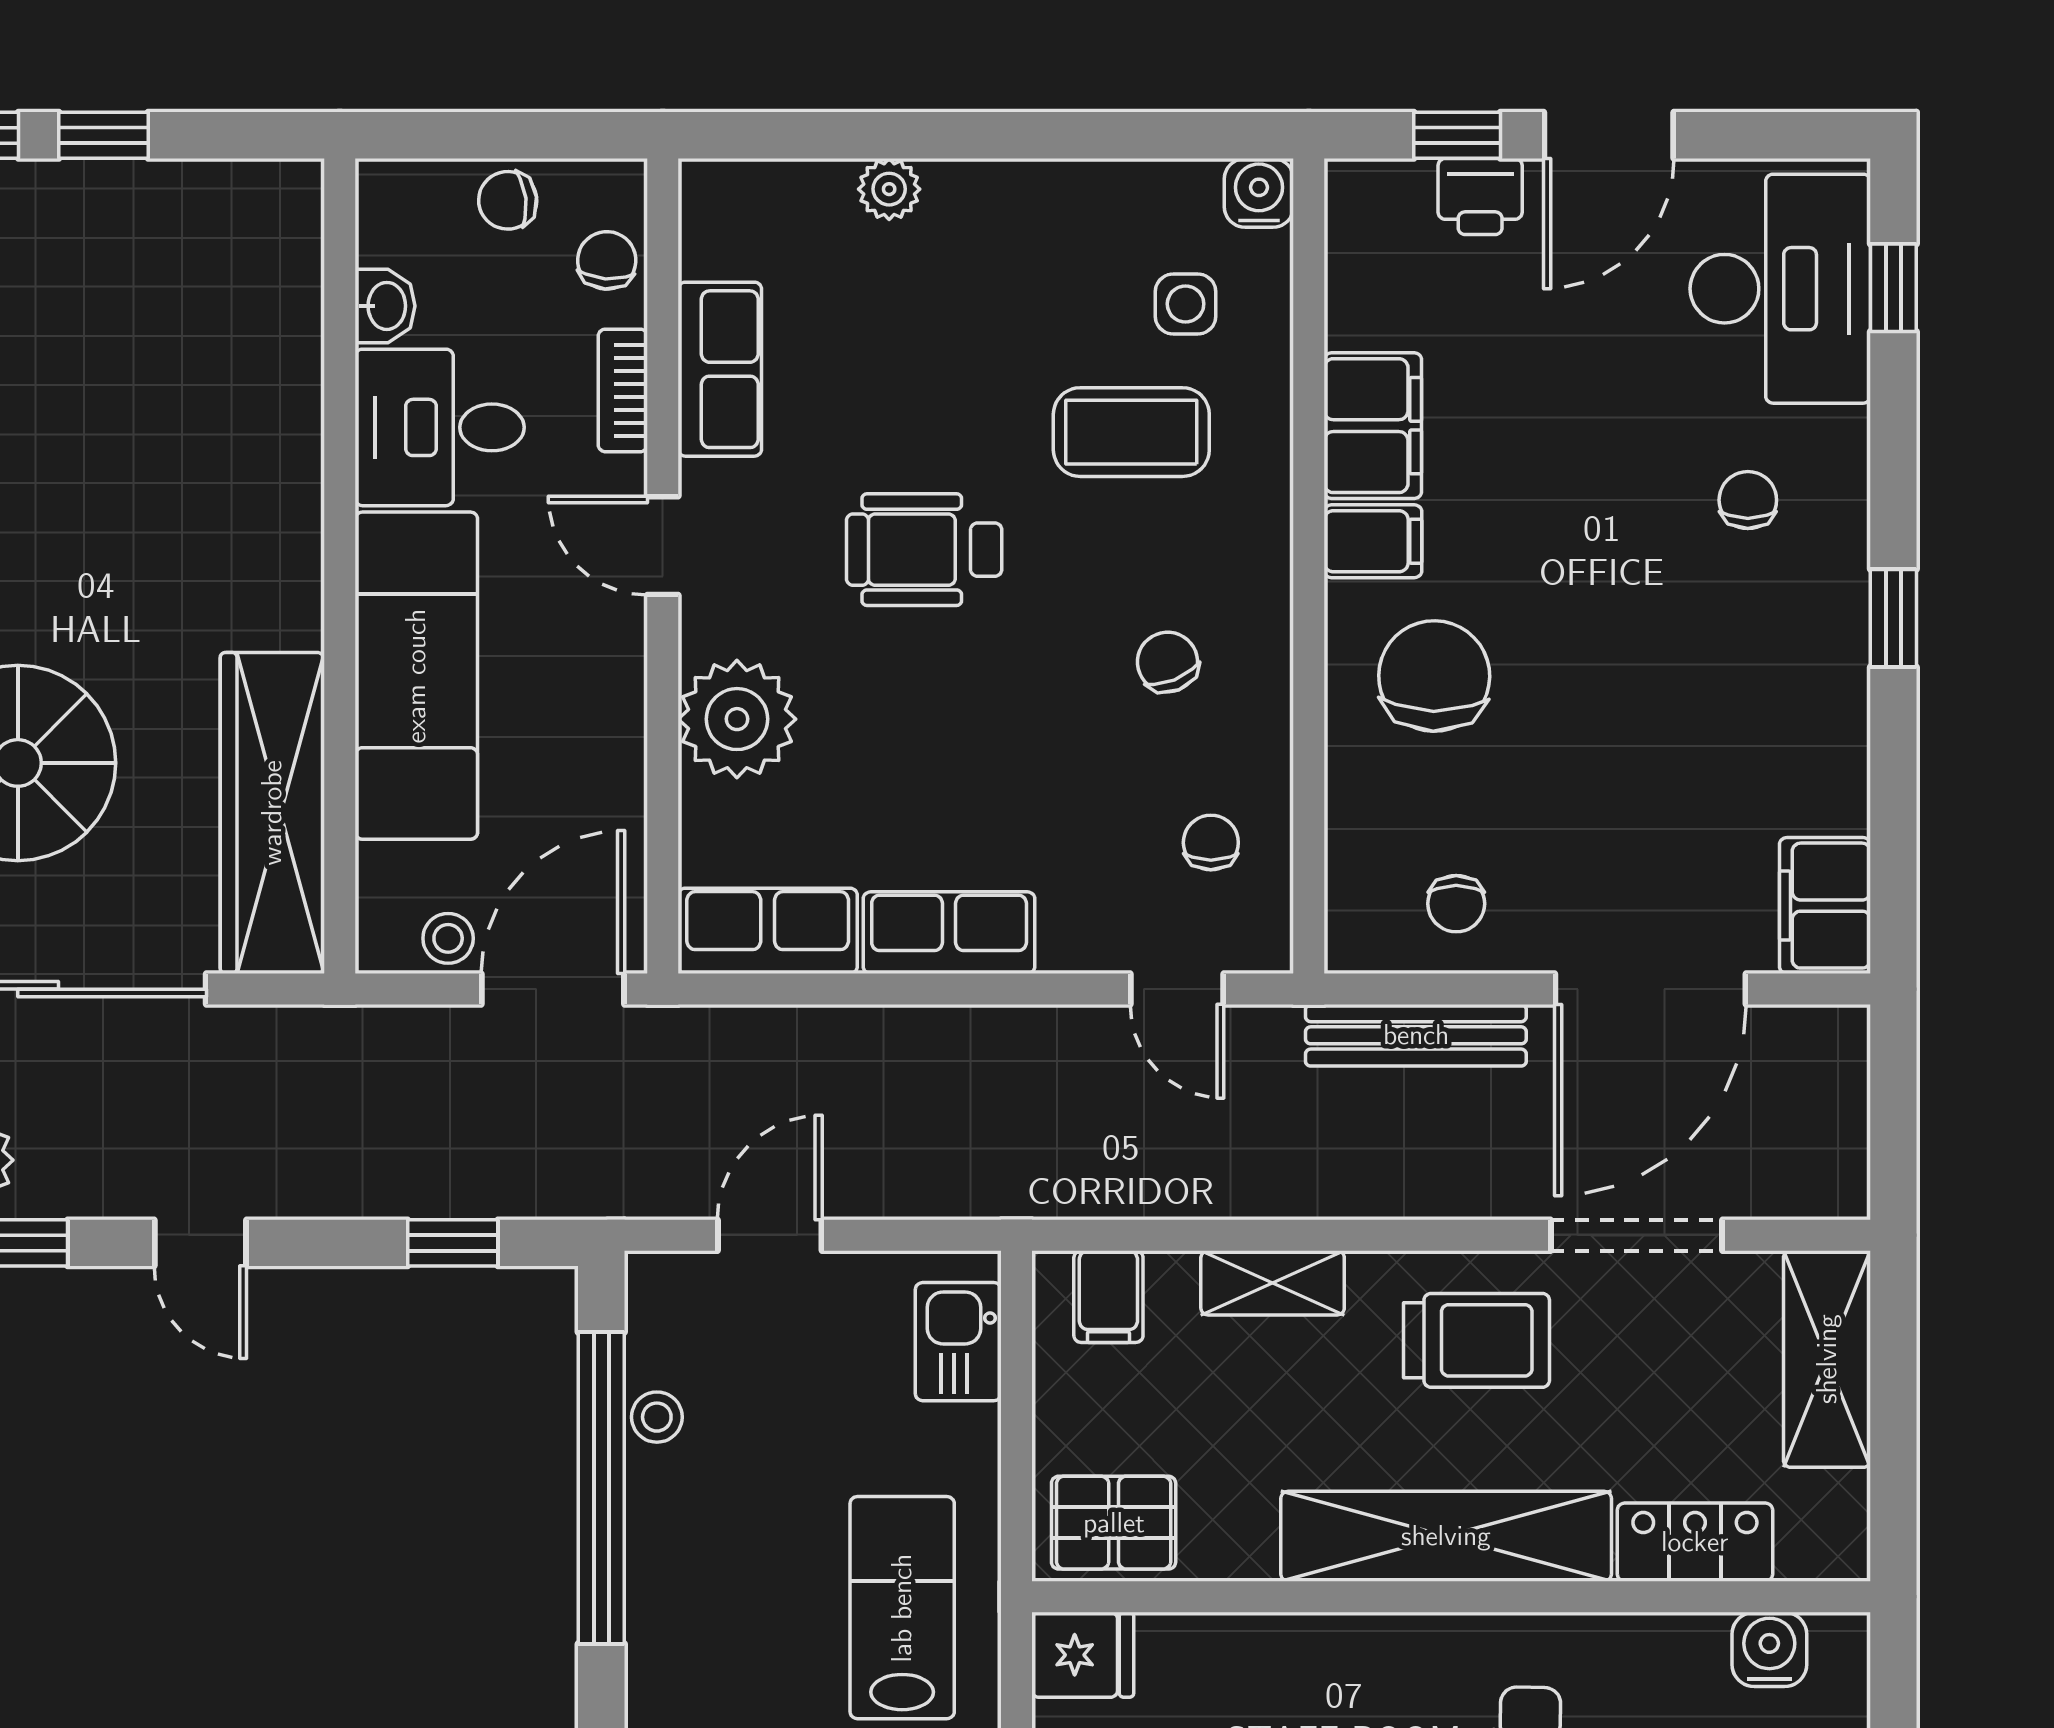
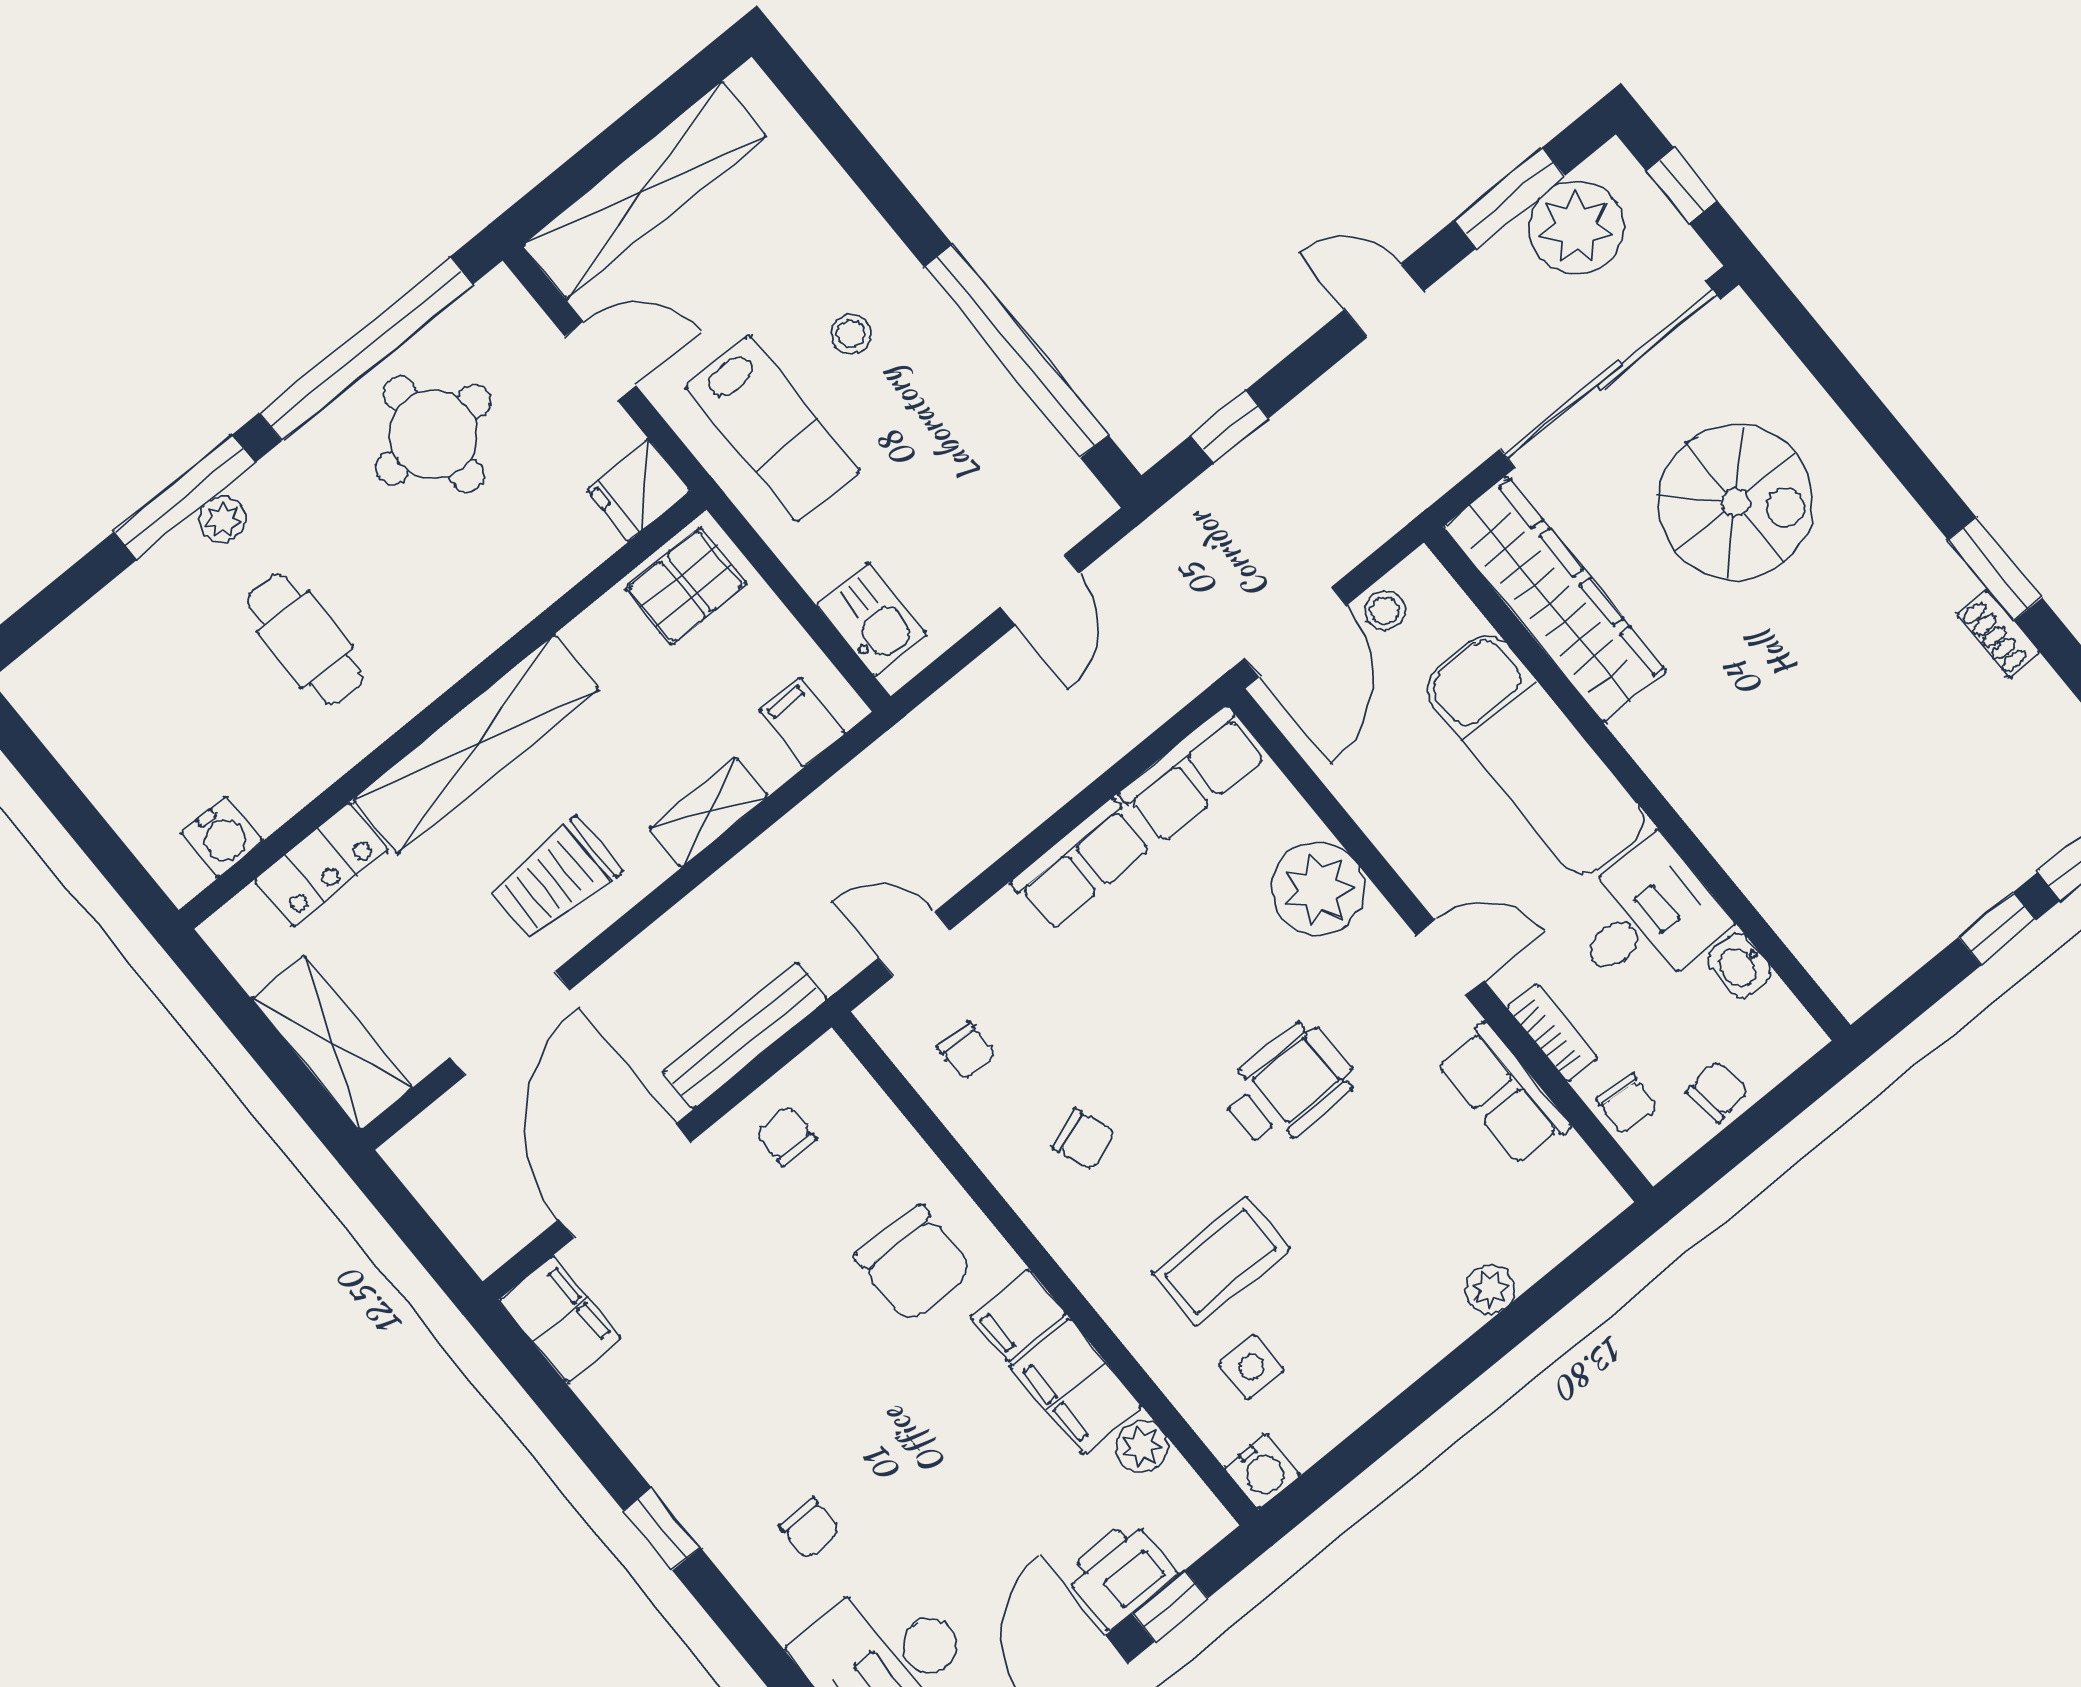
printer: (1480, 196) -> (1121, 1574), width x1.36, depth x1.24
plant: (1357, 314) -> (1142, 1446), added
stool: (657, 1417) -> (851, 334), moved

